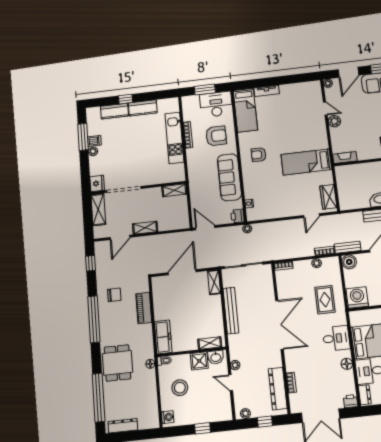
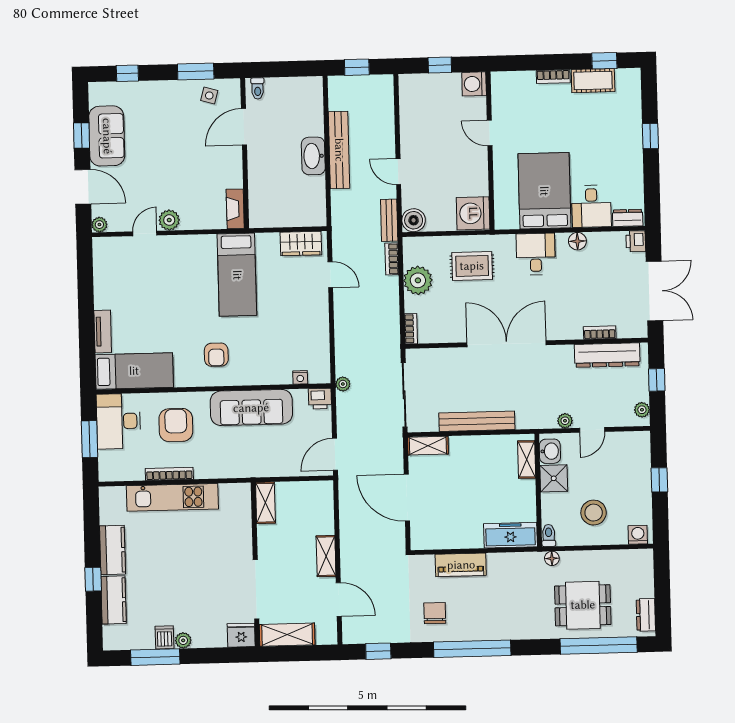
plant: (317, 263) -> (418, 280), width x1.88, depth x1.88
dining table: (117, 363) -> (583, 605), moved
dresser: (123, 426) -> (646, 615), width x0.70

